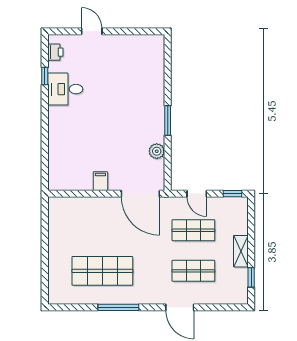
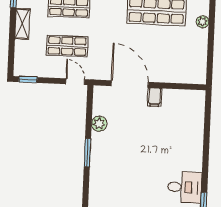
door: (140, 194) -> (130, 84), moved
door: (197, 194) -> (75, 82), moved
plant: (54, 262) -> (203, 22), added

